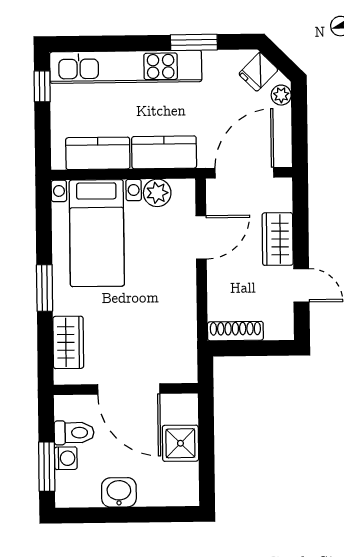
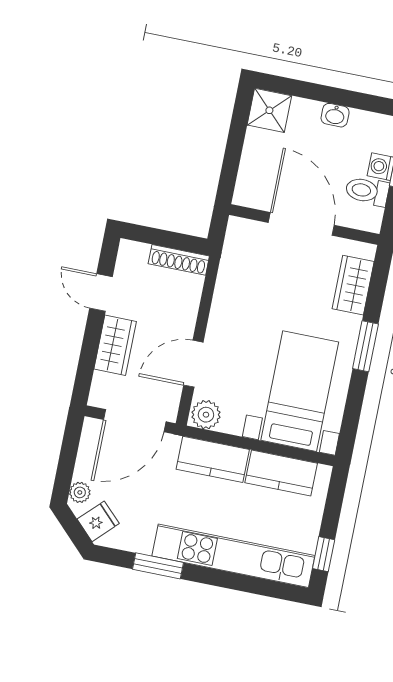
plant: (157, 193) -> (206, 415), moved
shower: (180, 443) -> (269, 110), moved
washbasin: (119, 492) -> (335, 115), width x0.72, depth x0.69

